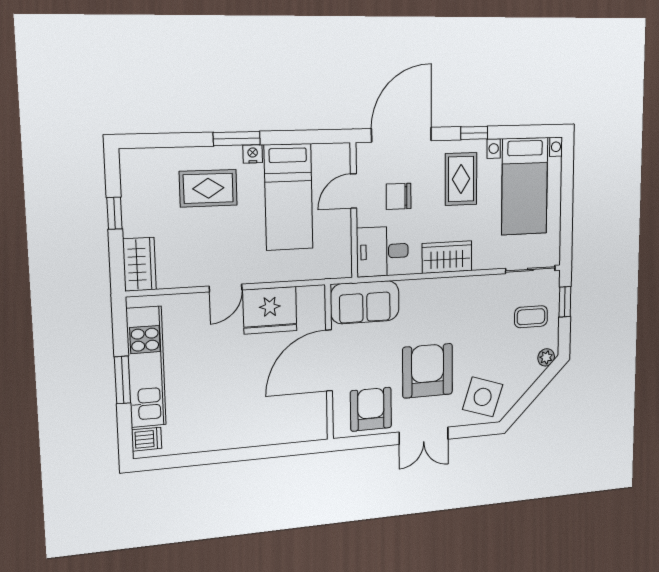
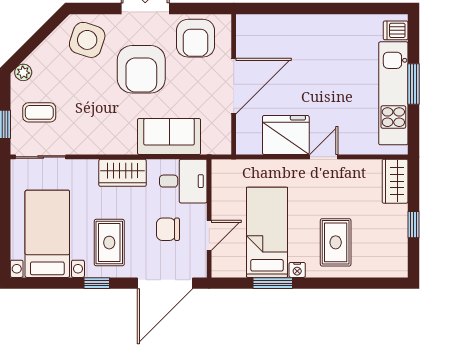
window: (237, 139) -> (273, 283), moved
rug: (208, 188) -> (336, 242), turned 90
chair: (399, 196) -> (168, 229), turned 180
sofa: (365, 302) -> (169, 137), moved

